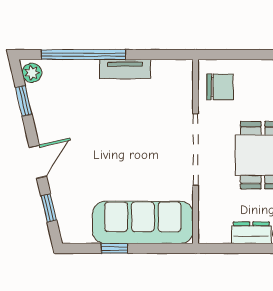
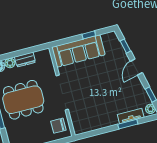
window: (84, 55) -> (128, 124), width x0.47
tv unit: (125, 69) -> (131, 116), moved

